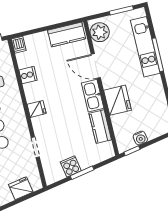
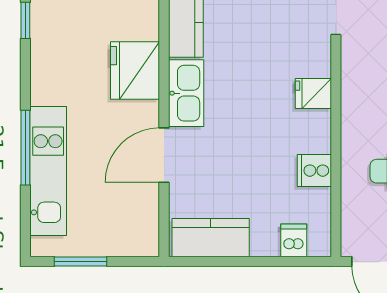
plant: (100, 32) -> (138, 226), removed
dishwasher: (19, 45) -> (294, 240), moved
door: (96, 66) -> (164, 155), swing flipped

